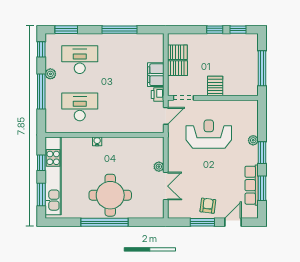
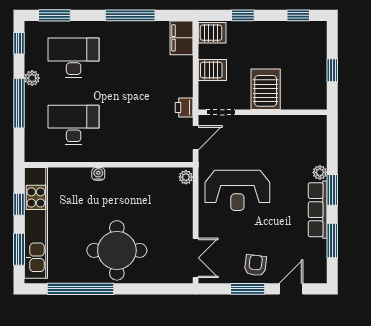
window: (215, 30) -> (243, 15), moved
server rack: (177, 52) -> (212, 33), moved
window: (262, 68) -> (332, 70), width x0.46
filing cabinet: (156, 75) -> (181, 38), moved
server rack: (215, 86) -> (266, 89), width x1.36, depth x1.44
reception desk: (209, 134) -> (237, 190), moved, turned 180
plant: (159, 167) -> (186, 177), moved
row of seats: (252, 185) -> (318, 210), moved
double door: (166, 186) -> (196, 258), moved
window: (104, 222) -> (80, 289), moved

